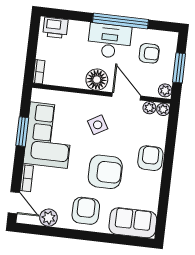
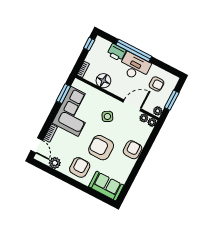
window: (120, 21) -> (134, 51), moved
printer: (55, 28) -> (117, 52), moved
window: (34, 33) -> (89, 44), added
floor lamp: (97, 80) -> (103, 81), moved
door: (126, 96) -> (132, 105), hinge flipped
window: (22, 132) -> (63, 94), moved
armchair: (105, 172) -> (101, 148), turned 180

